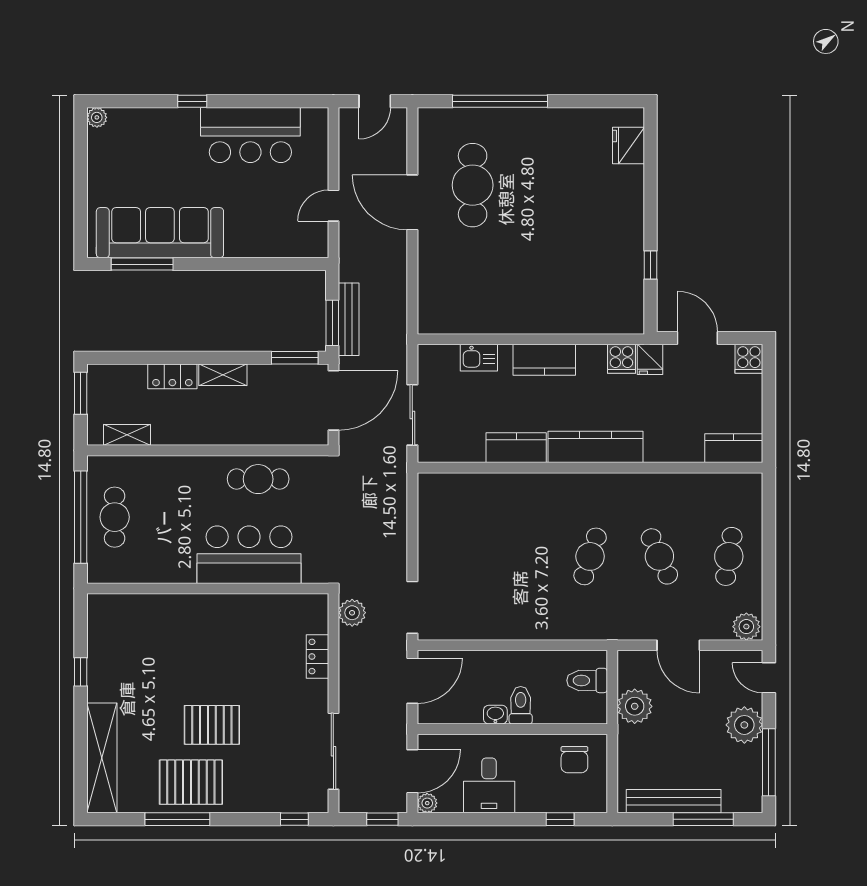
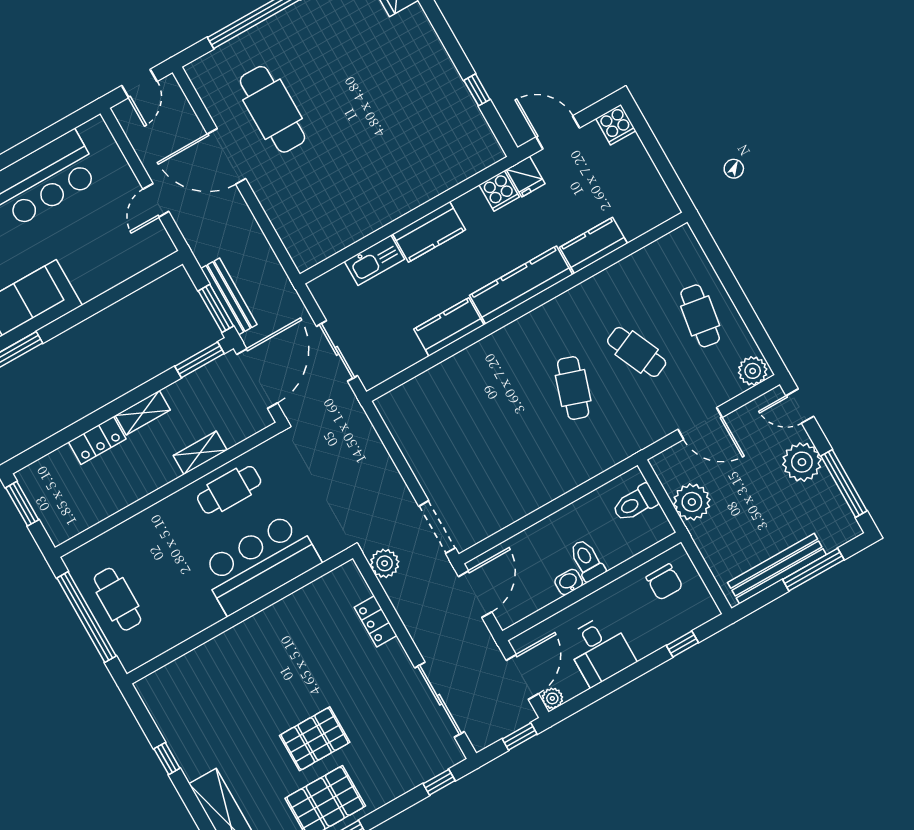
kitchen sink: (479, 358) -> (374, 260), width x1.38
shelving: (127, 435) -> (200, 453), moved
kitchen counter: (734, 448) -> (594, 245), moved

